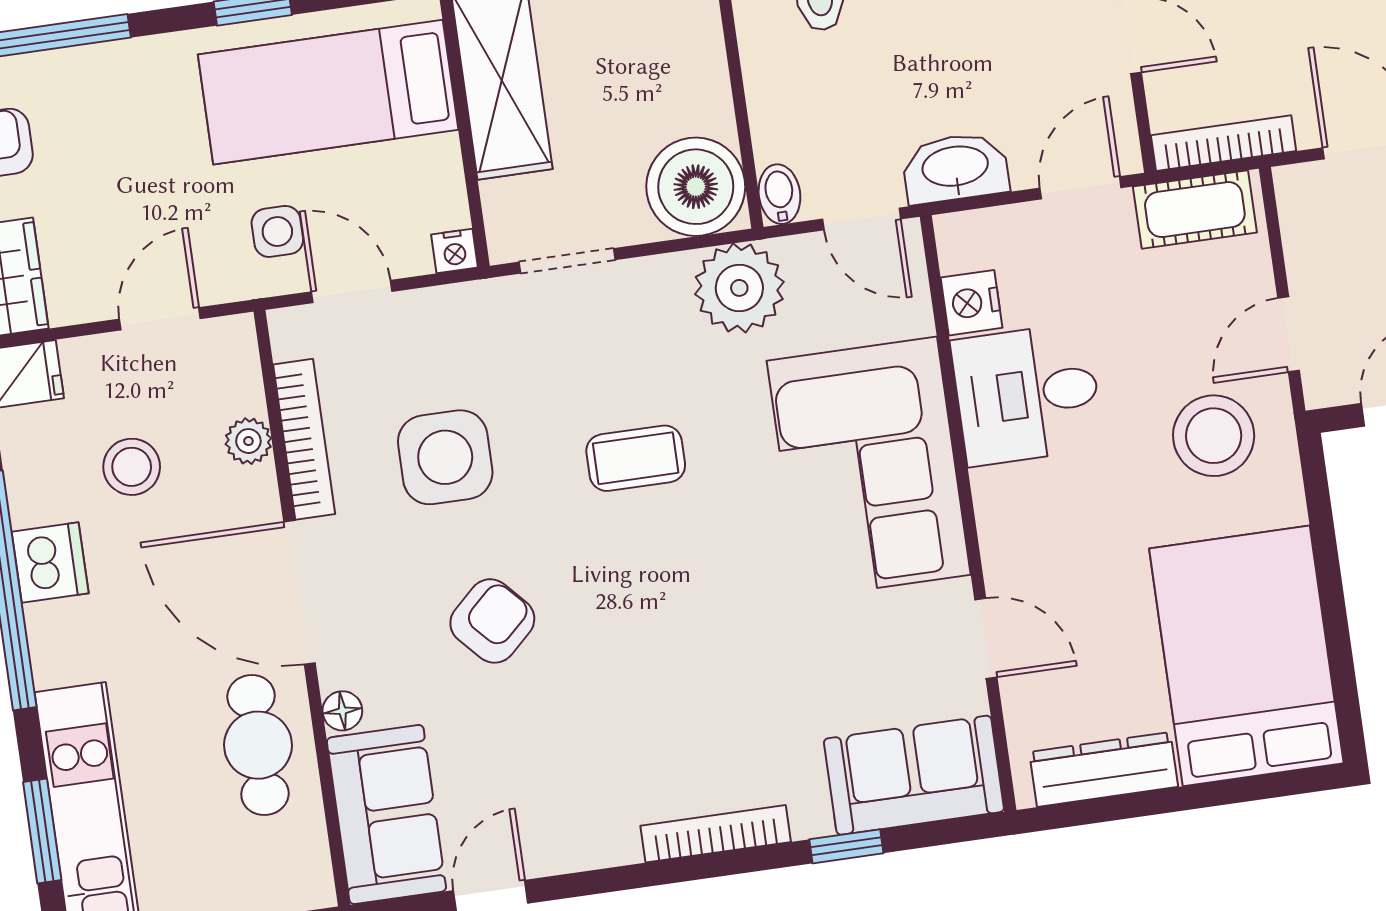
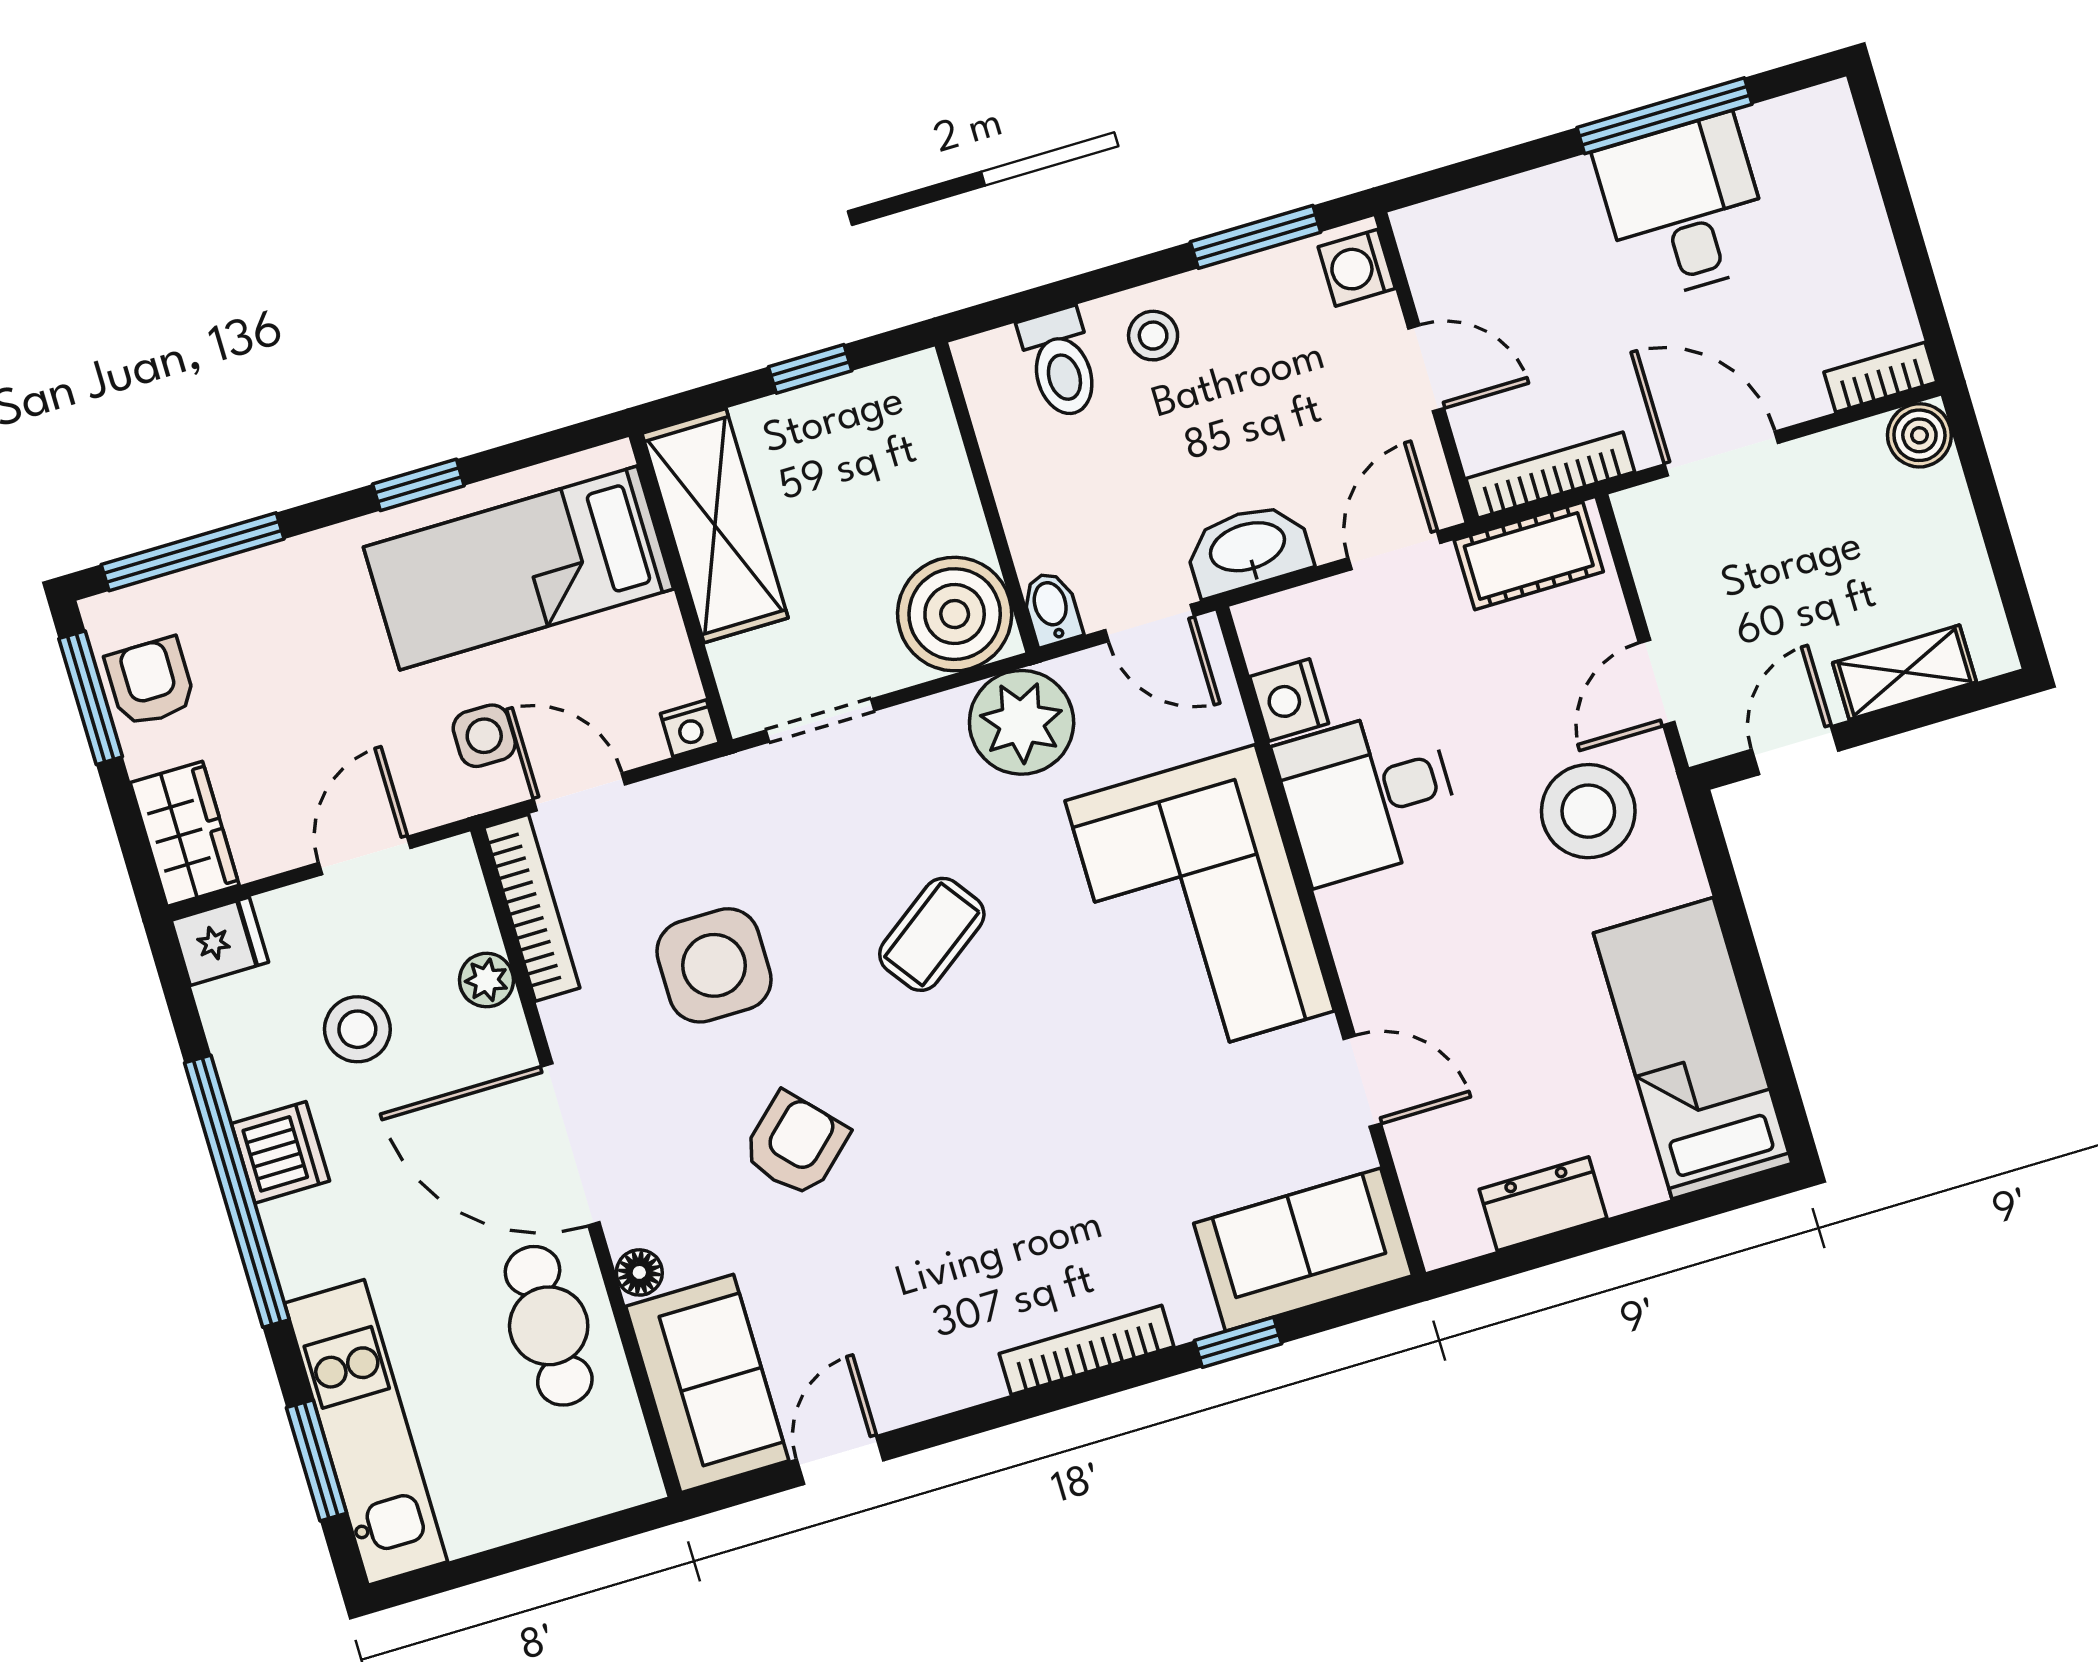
bookcase: (304, 439) -> (532, 908), moved
coffee table: (636, 458) -> (932, 934), turned -36
bed: (1246, 656) -> (1693, 1048), width x0.67
dresser: (1104, 769) -> (1543, 1204), width x0.70

